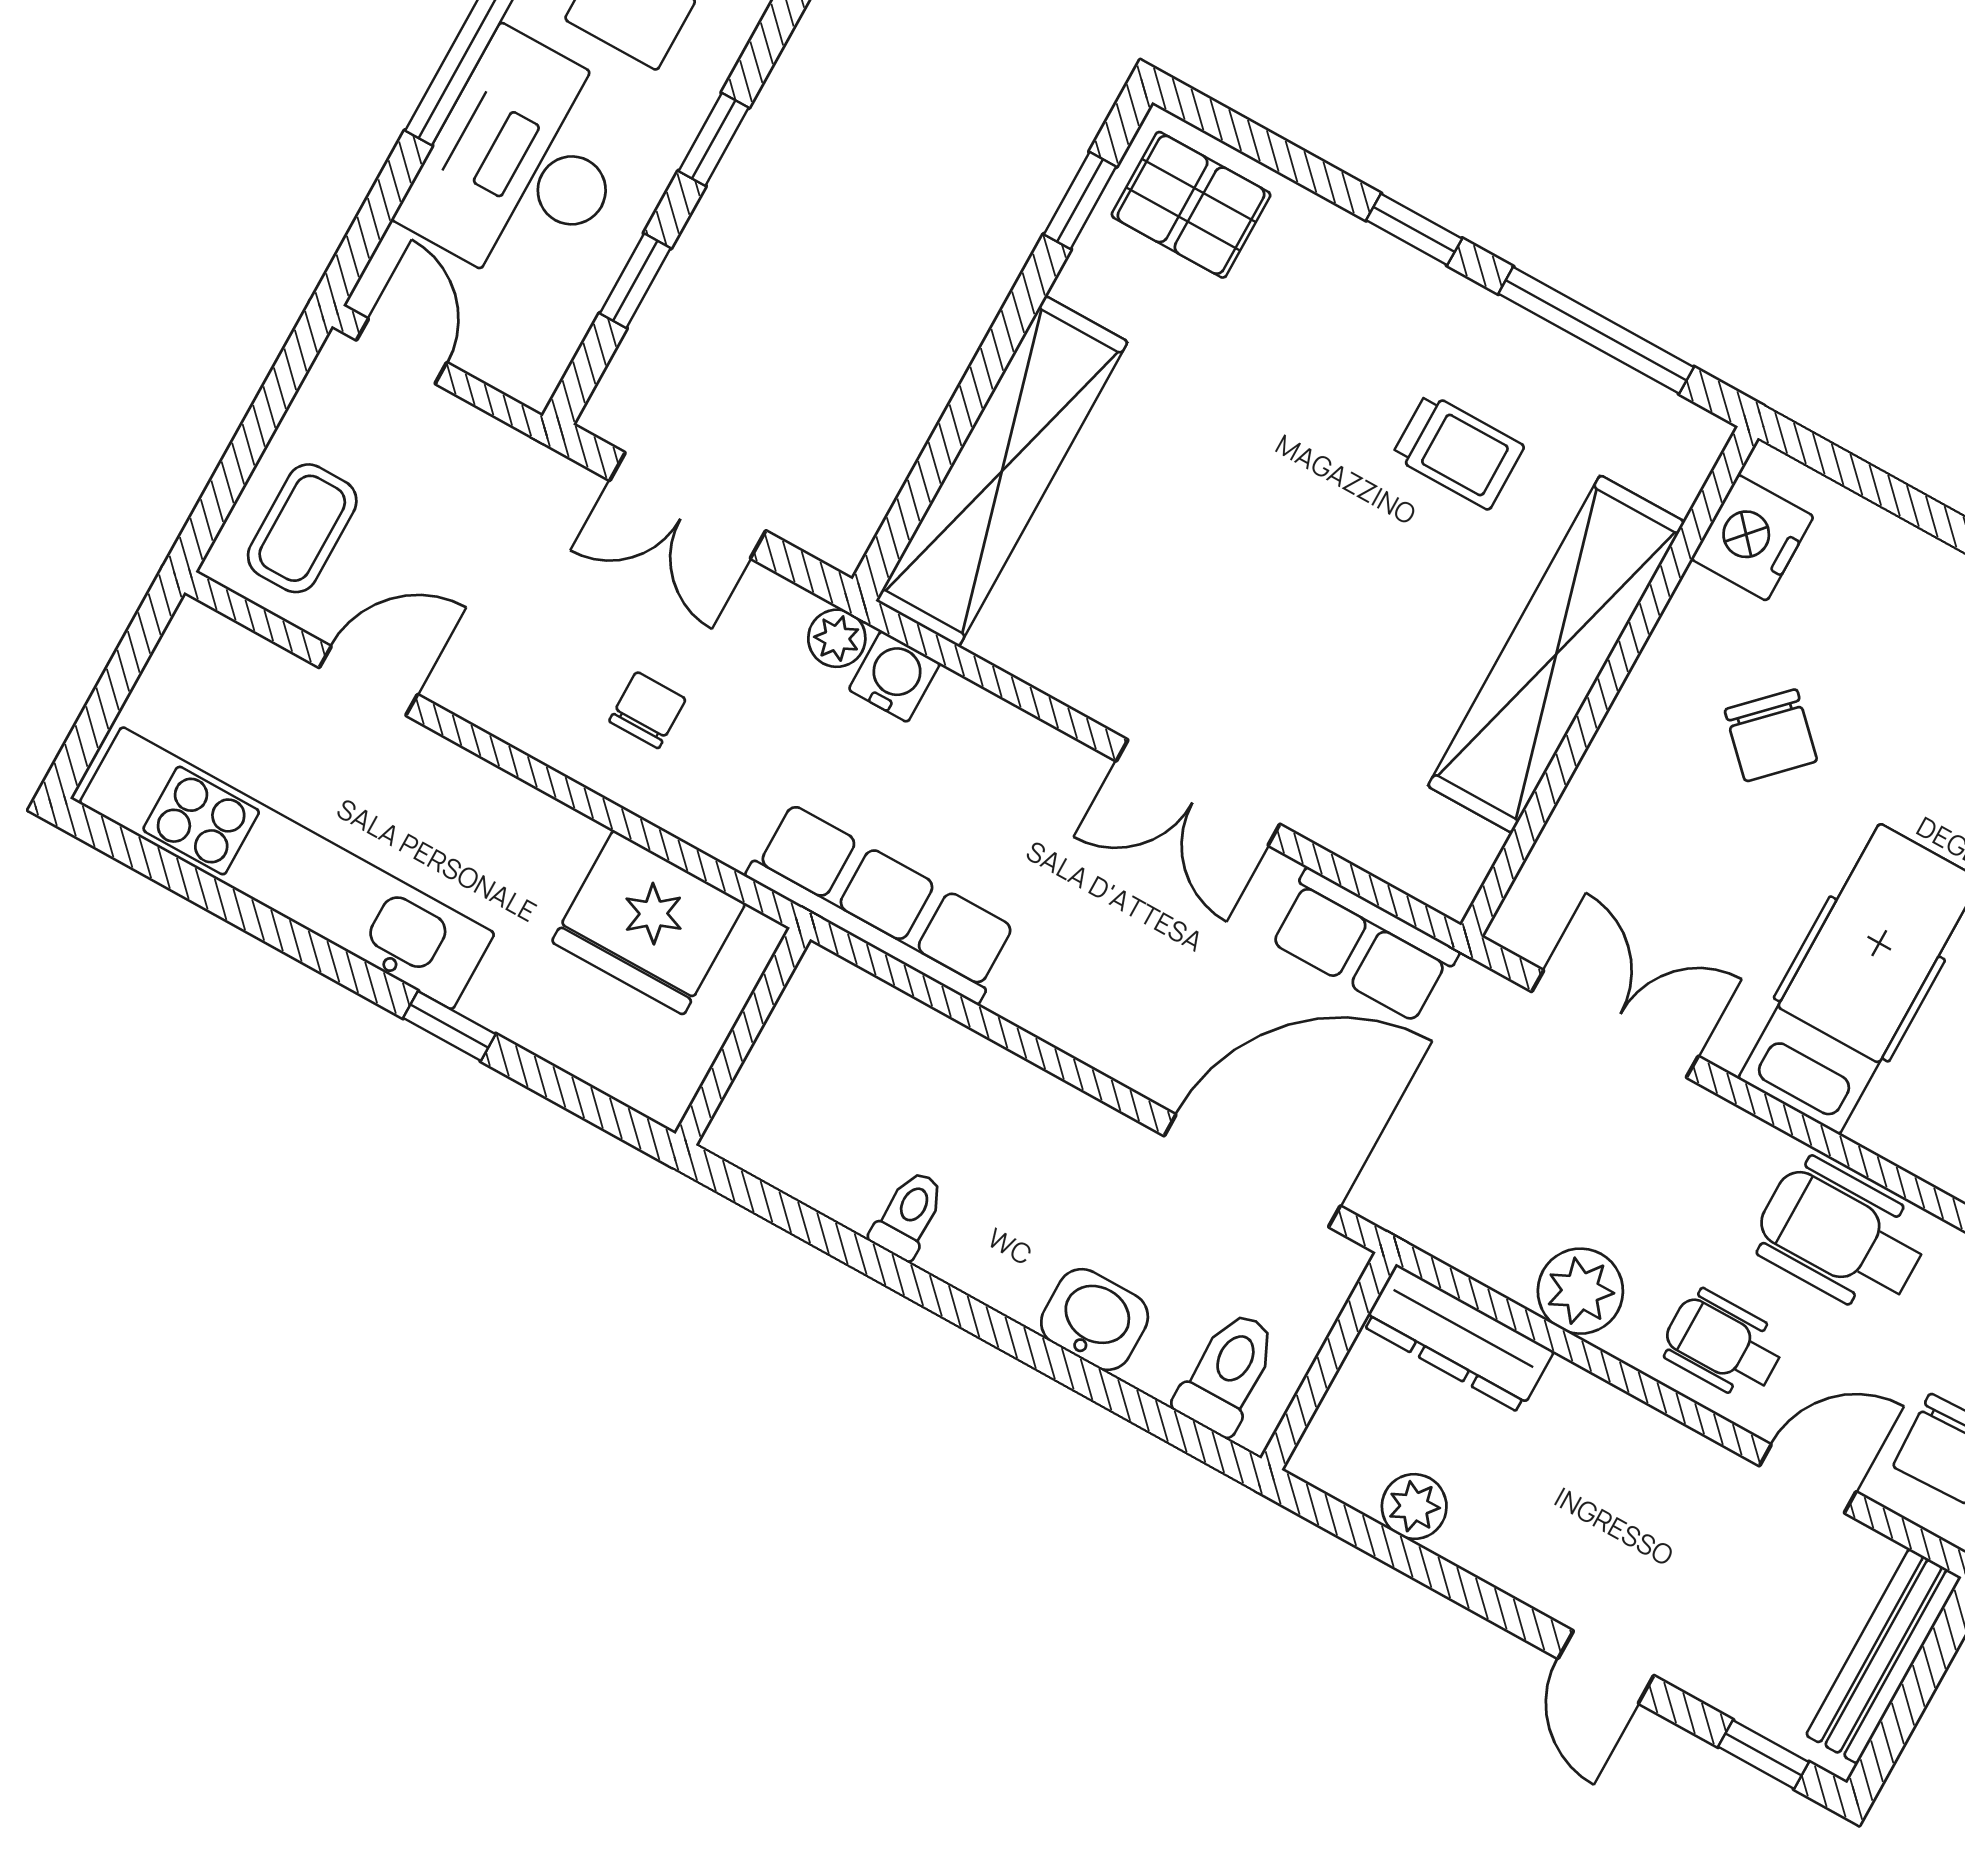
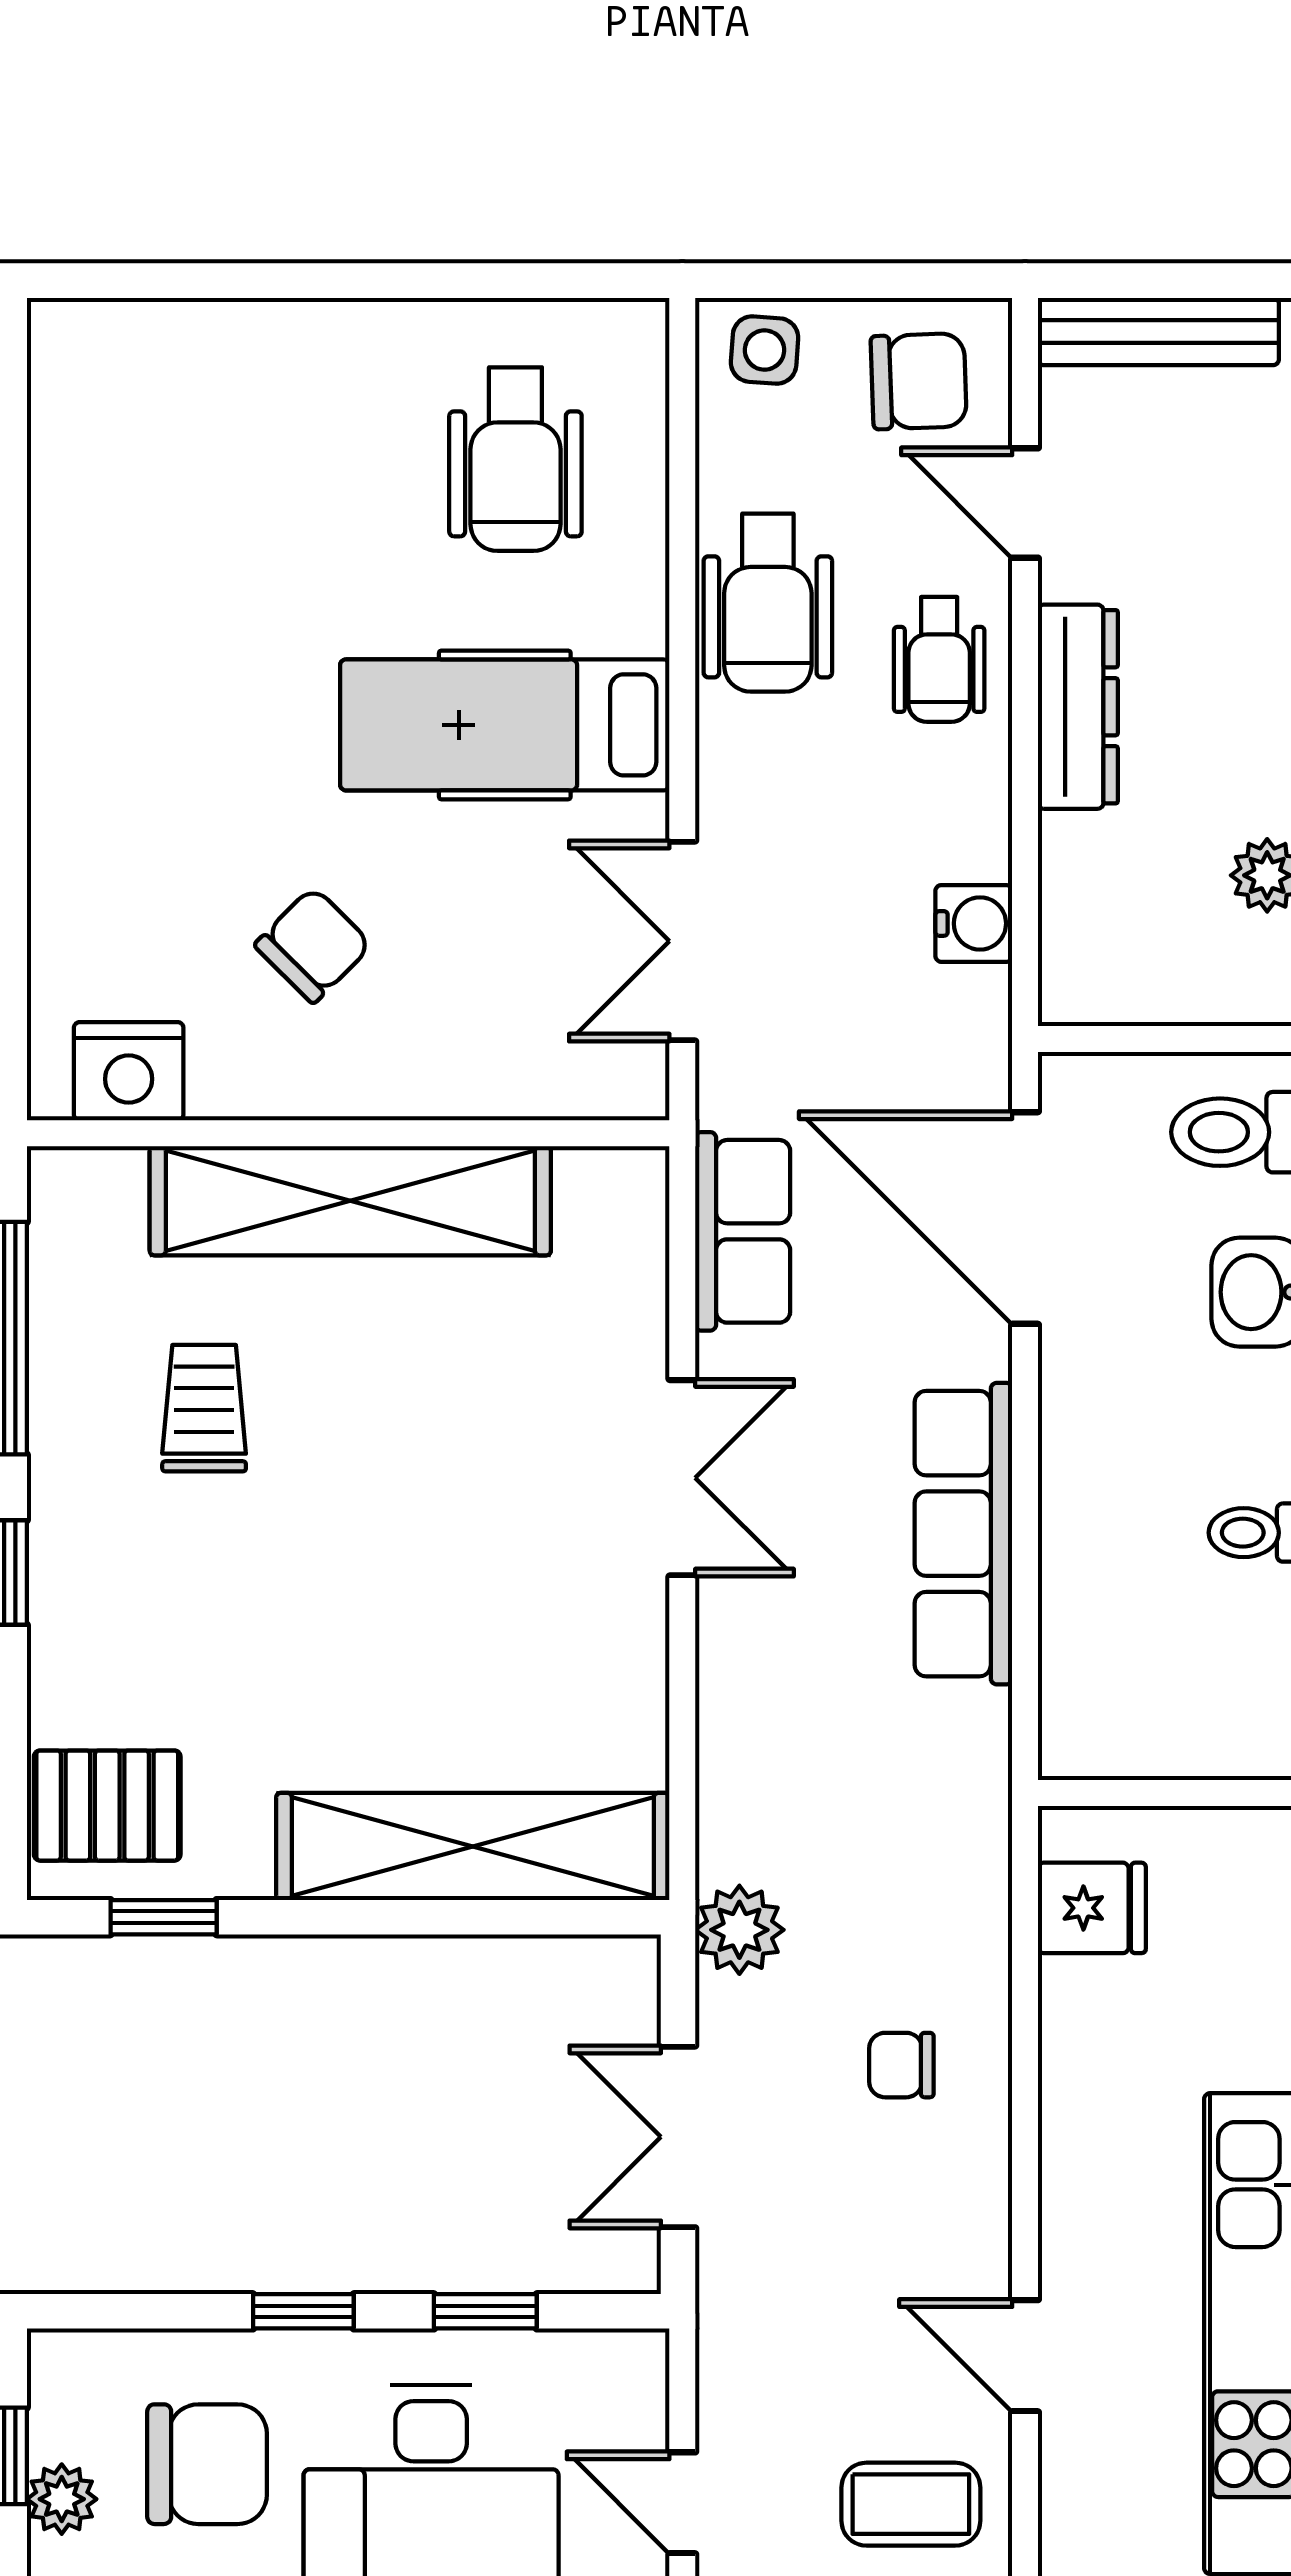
pallet: (1191, 205) -> (107, 1806), turned 90
door: (402, 351) -> (682, 2503), hinge flipped
double door: (688, 506) -> (678, 2137), swing flipped
plant: (837, 638) -> (739, 1930), width x1.38, depth x1.38
water cooler: (894, 676) -> (974, 923), moved, turned 180
row of seats: (882, 903) -> (963, 1534), moved
fridge: (648, 923) -> (1092, 1908), width x0.53, depth x0.75
plant: (1580, 1291) -> (964, 829), removed
dresser: (1458, 1338) -> (1078, 707), moved

